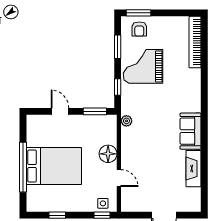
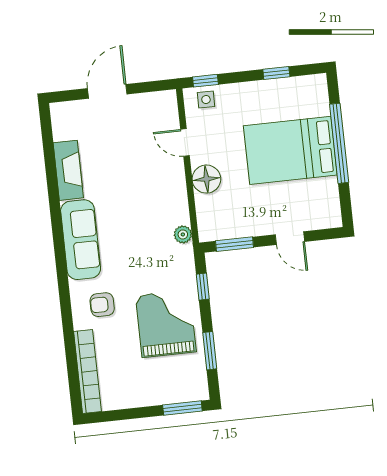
armchair: (139, 29) -> (102, 305), moved, turned -90
grand piano: (143, 66) -> (166, 324), turned -90
sofa: (190, 131) -> (81, 240), width x1.36

